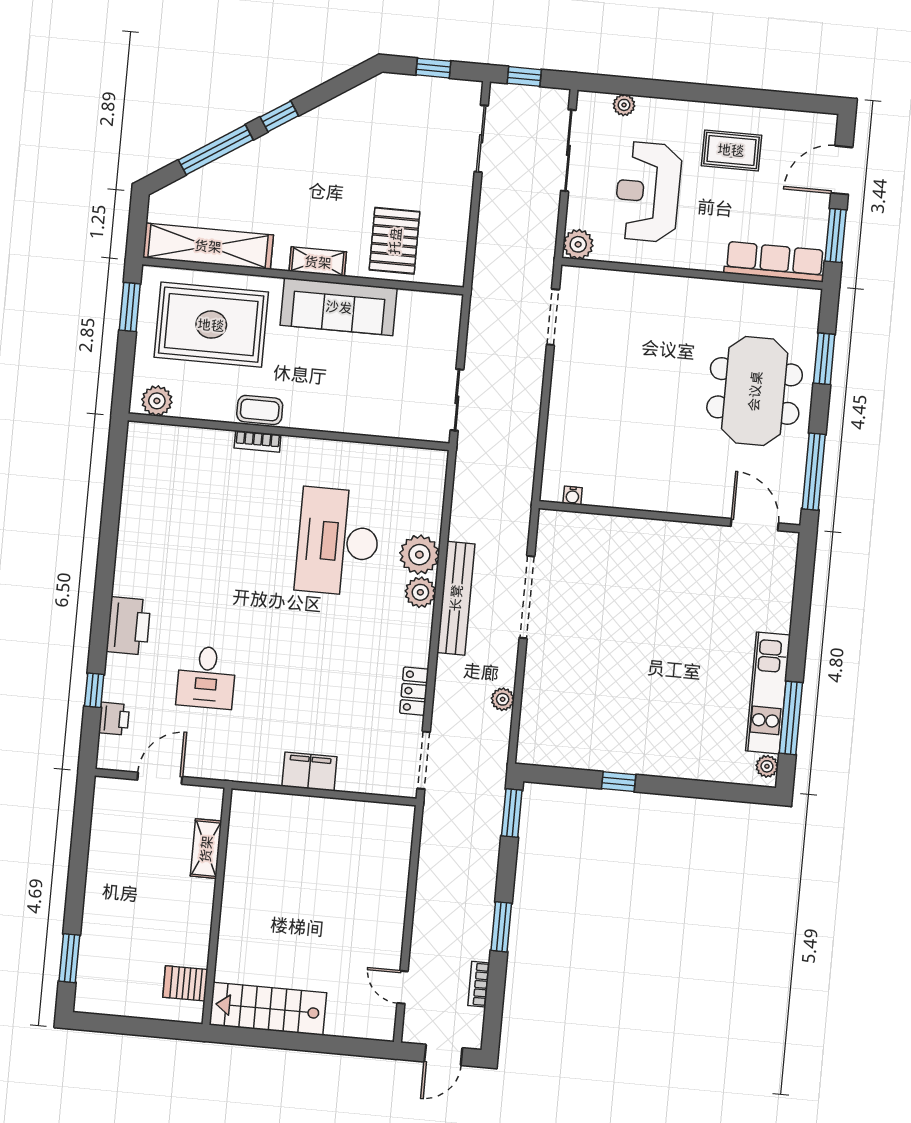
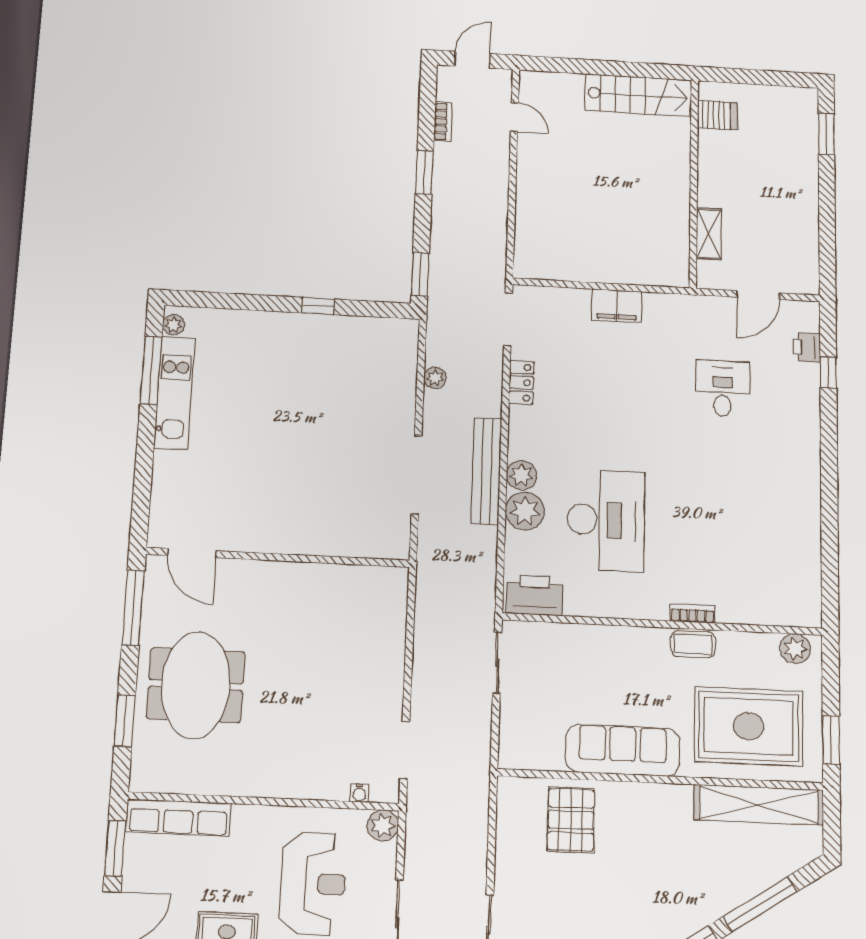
shelving: (318, 262) -> (647, 795), removed
water cooler: (573, 496) -> (359, 793), moved, turned 180
printer: (128, 626) -> (535, 595), moved, turned 90

